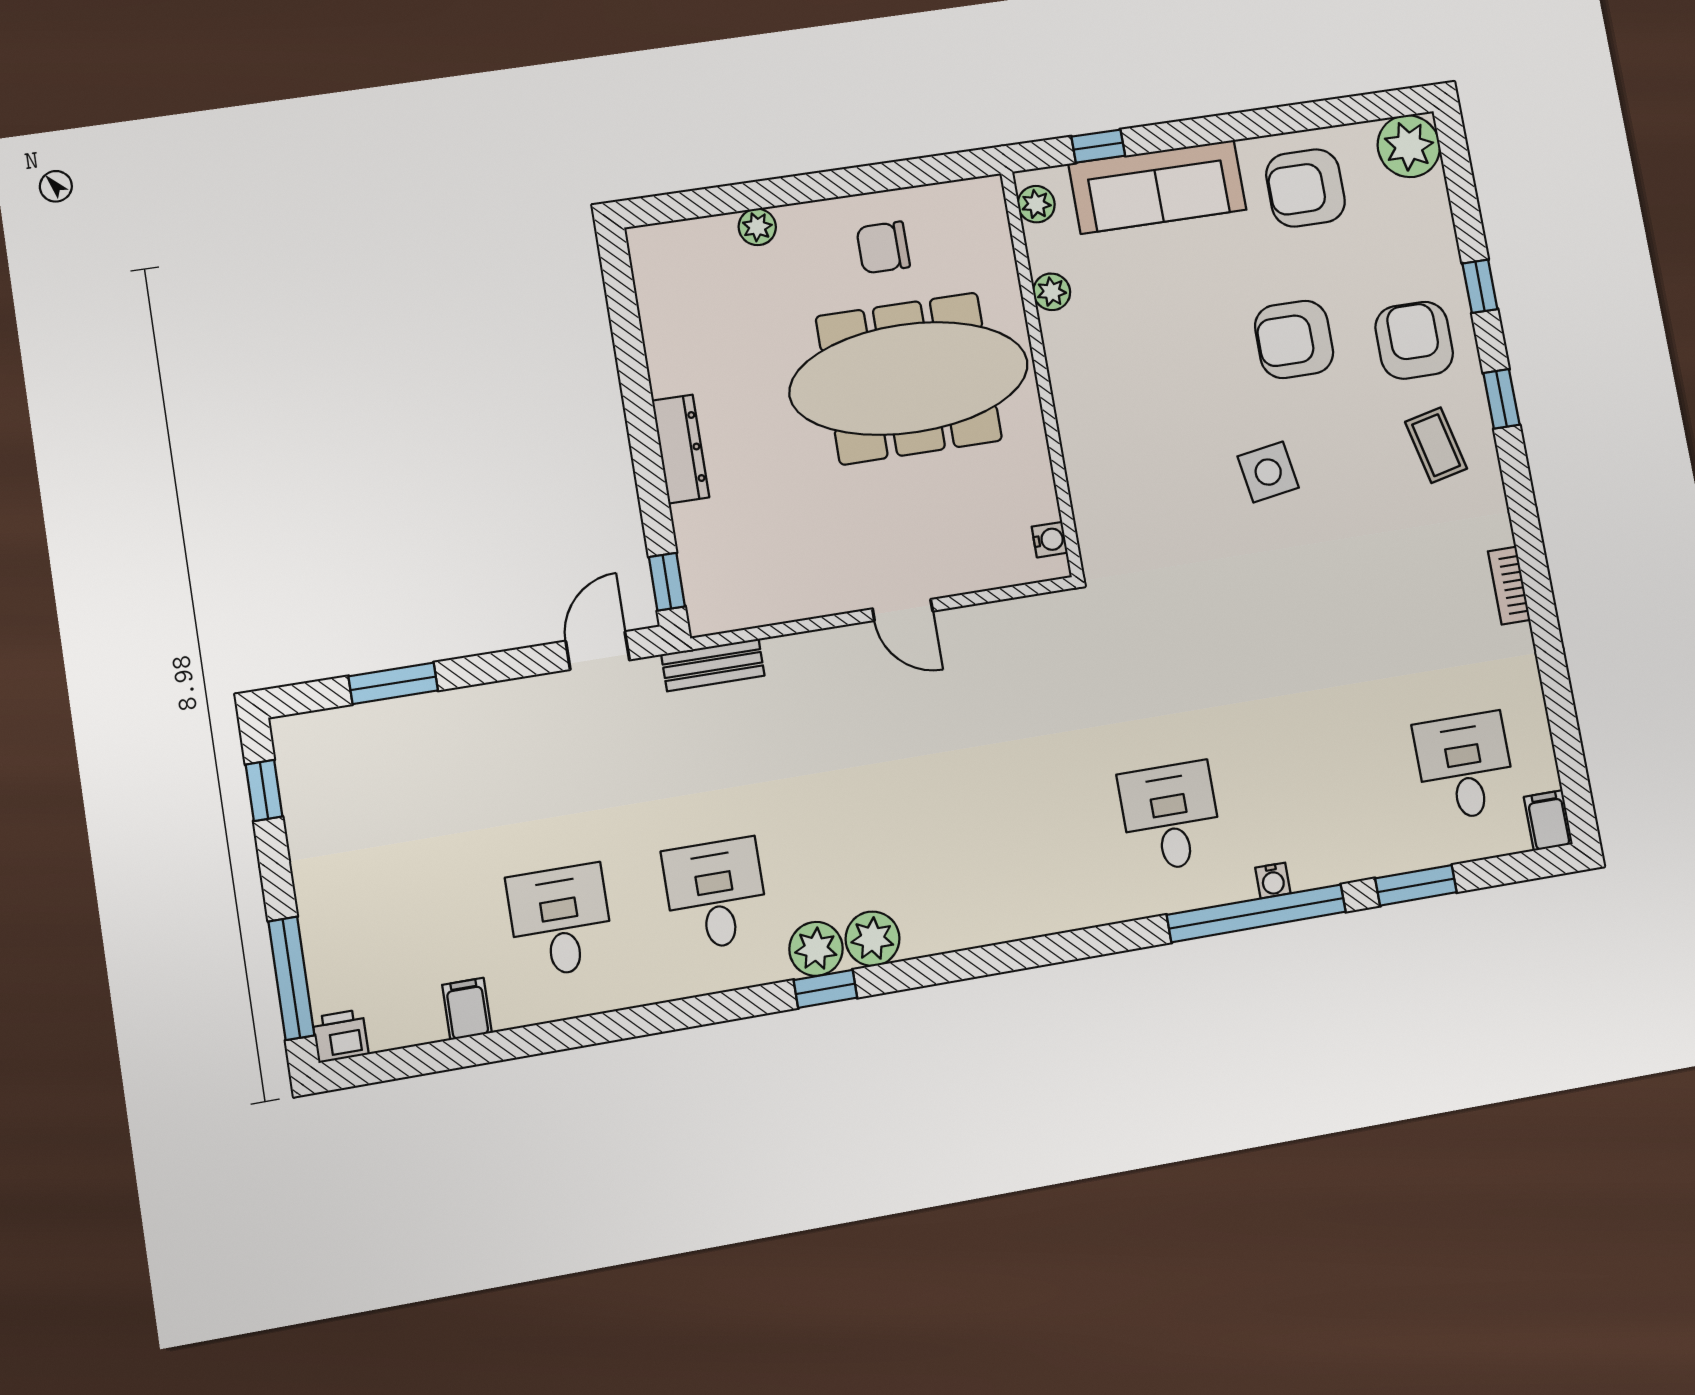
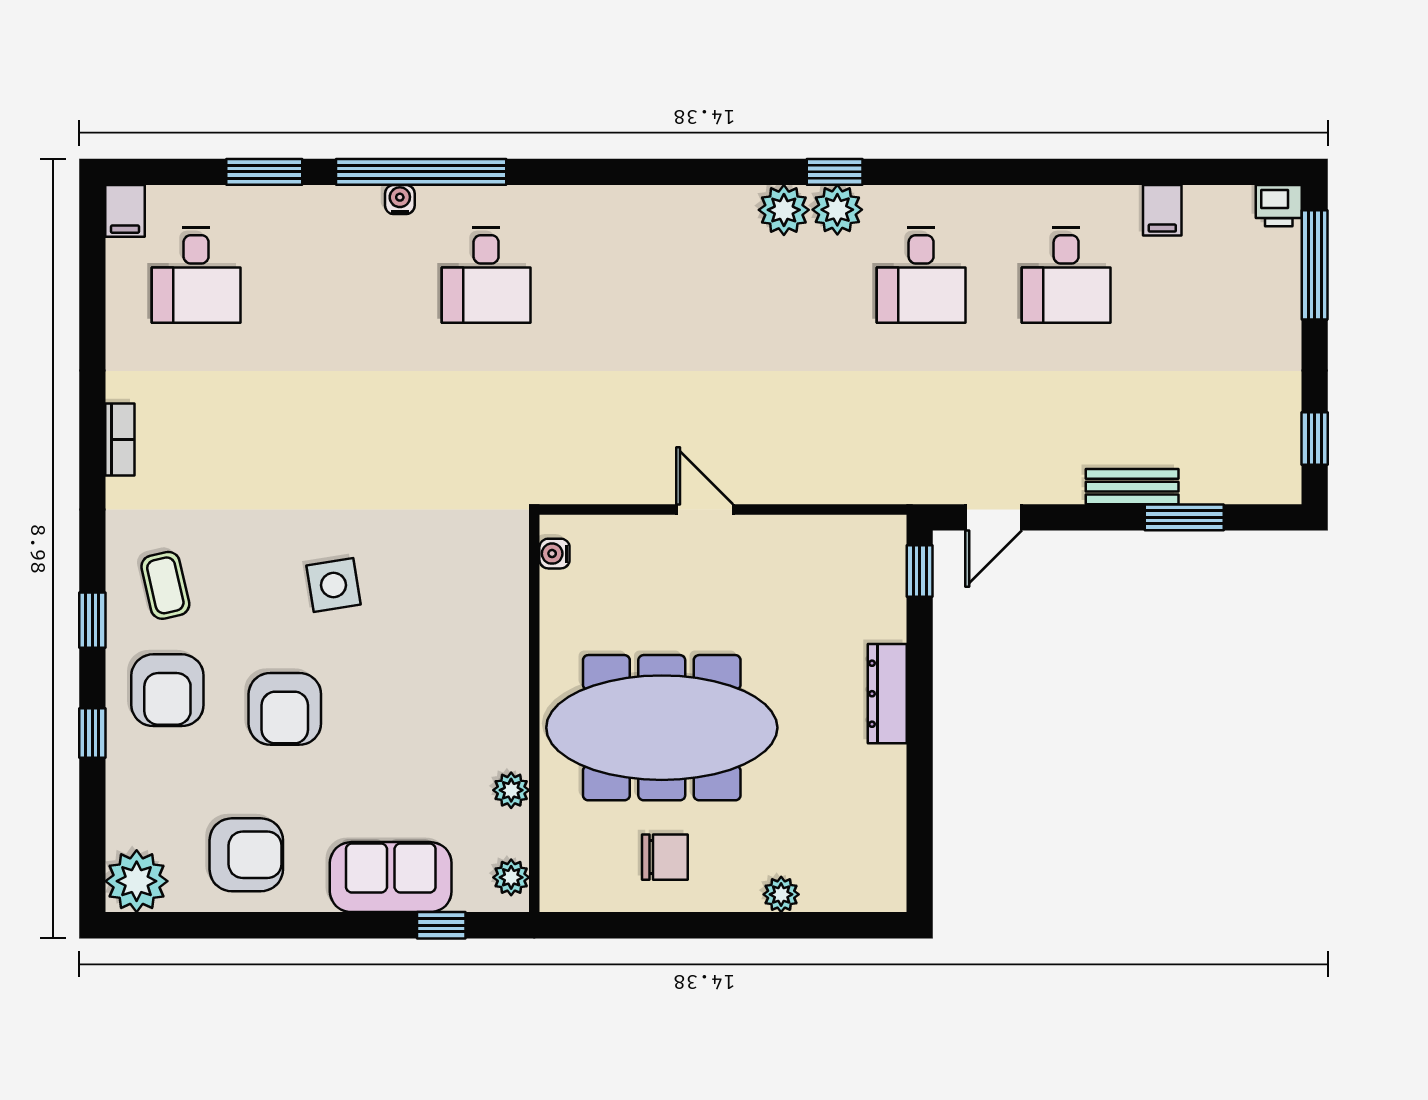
sofa: (1157, 187) -> (391, 877), width x0.73
armchair: (1294, 339) -> (285, 709), turned 90
bench: (713, 665) -> (1132, 487), moved

